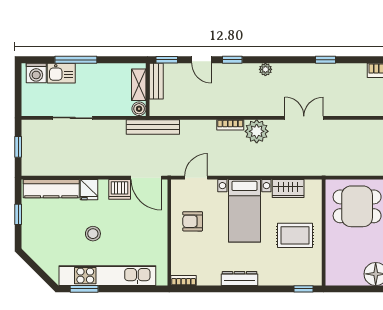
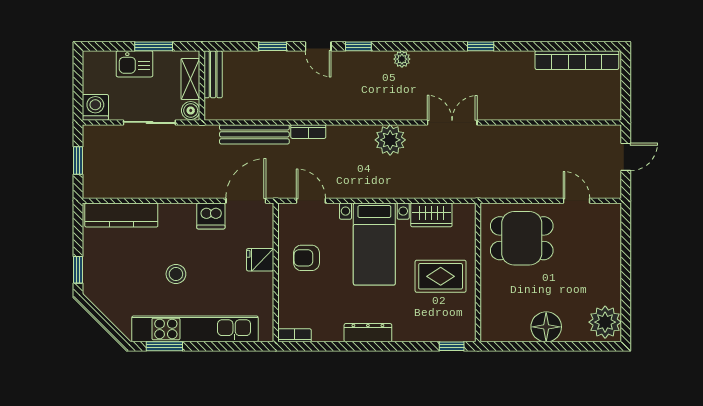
window: (76, 60) -> (154, 46), width x0.69
washing machine: (36, 73) -> (95, 107), moved, turned 180
bench: (156, 81) -> (213, 74), moved
shelving: (139, 85) -> (190, 79), moved
wall: (148, 90) -> (202, 86), moved
boiler: (139, 109) -> (191, 111), moved
bookcase: (230, 125) -> (308, 132), moved
door: (146, 178) -> (246, 201), swing flipped
door: (196, 178) -> (311, 201), hinge flipped
fridge: (89, 190) -> (260, 260), moved, turned 90
window: (18, 214) -> (78, 270), moved

